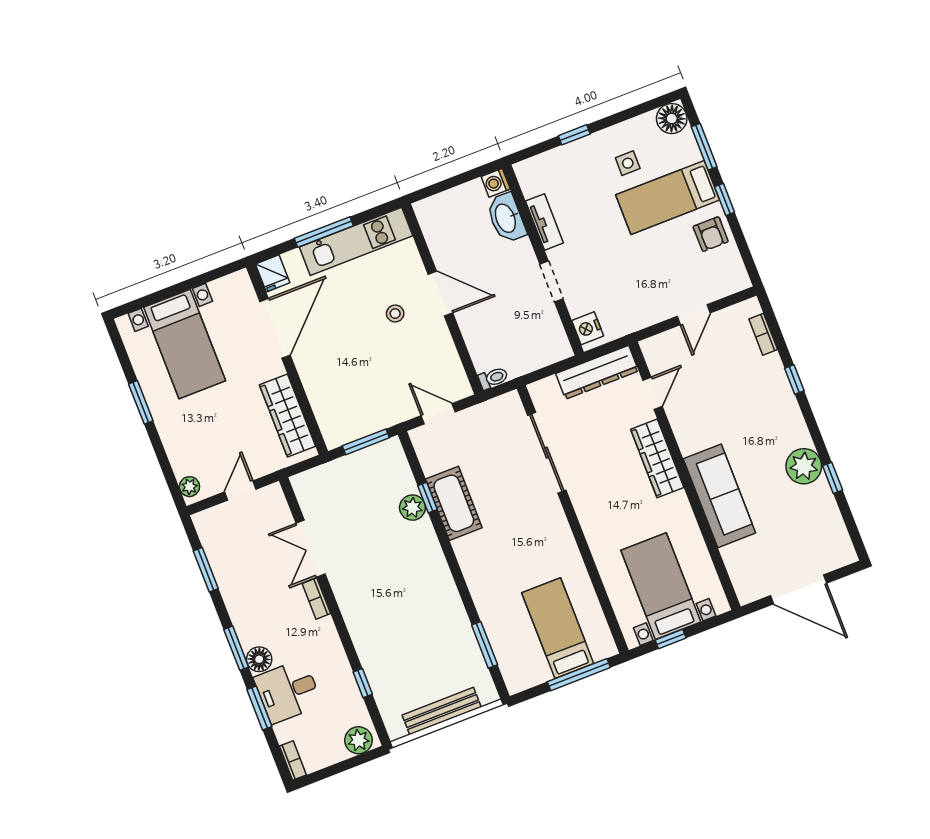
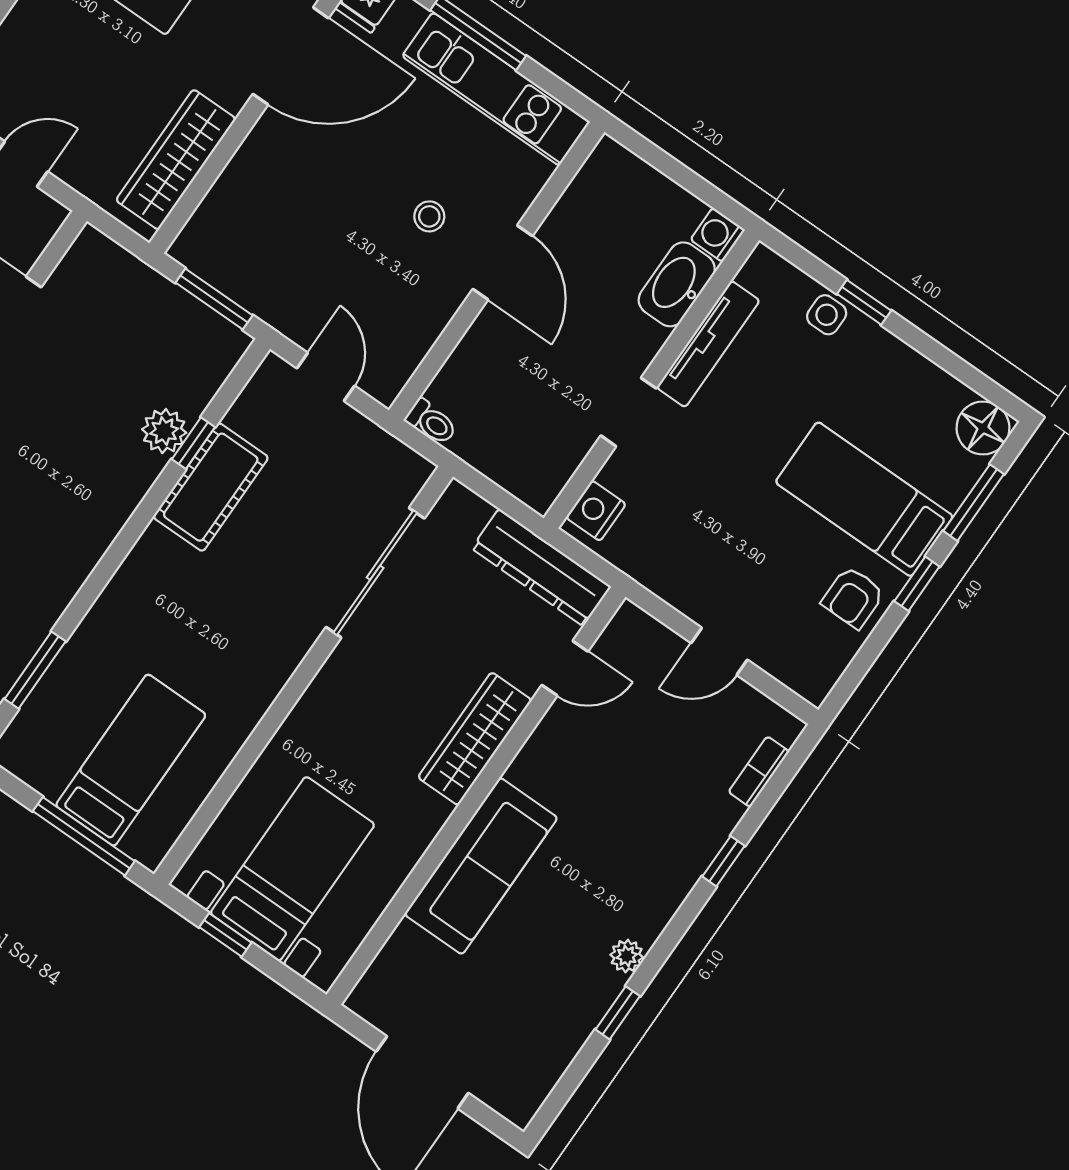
side table: (628, 163) -> (827, 315), moved
tv unit: (544, 222) -> (708, 344), width x1.41
plant: (804, 466) -> (627, 956), width x0.53, depth x0.53

